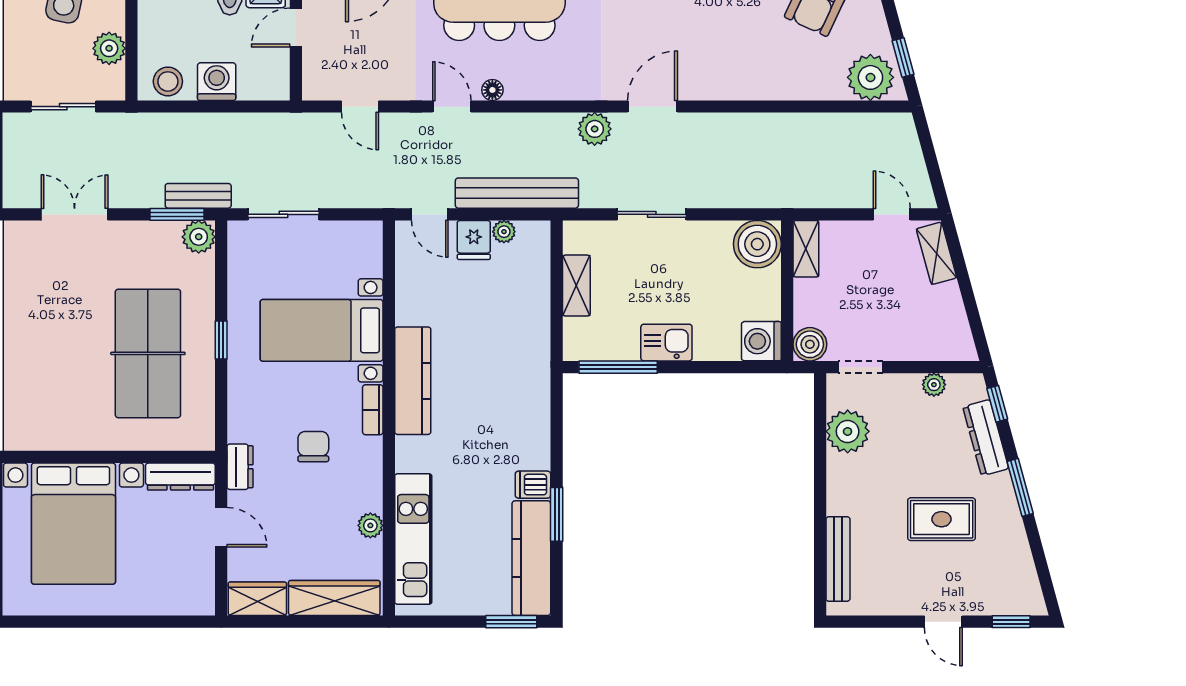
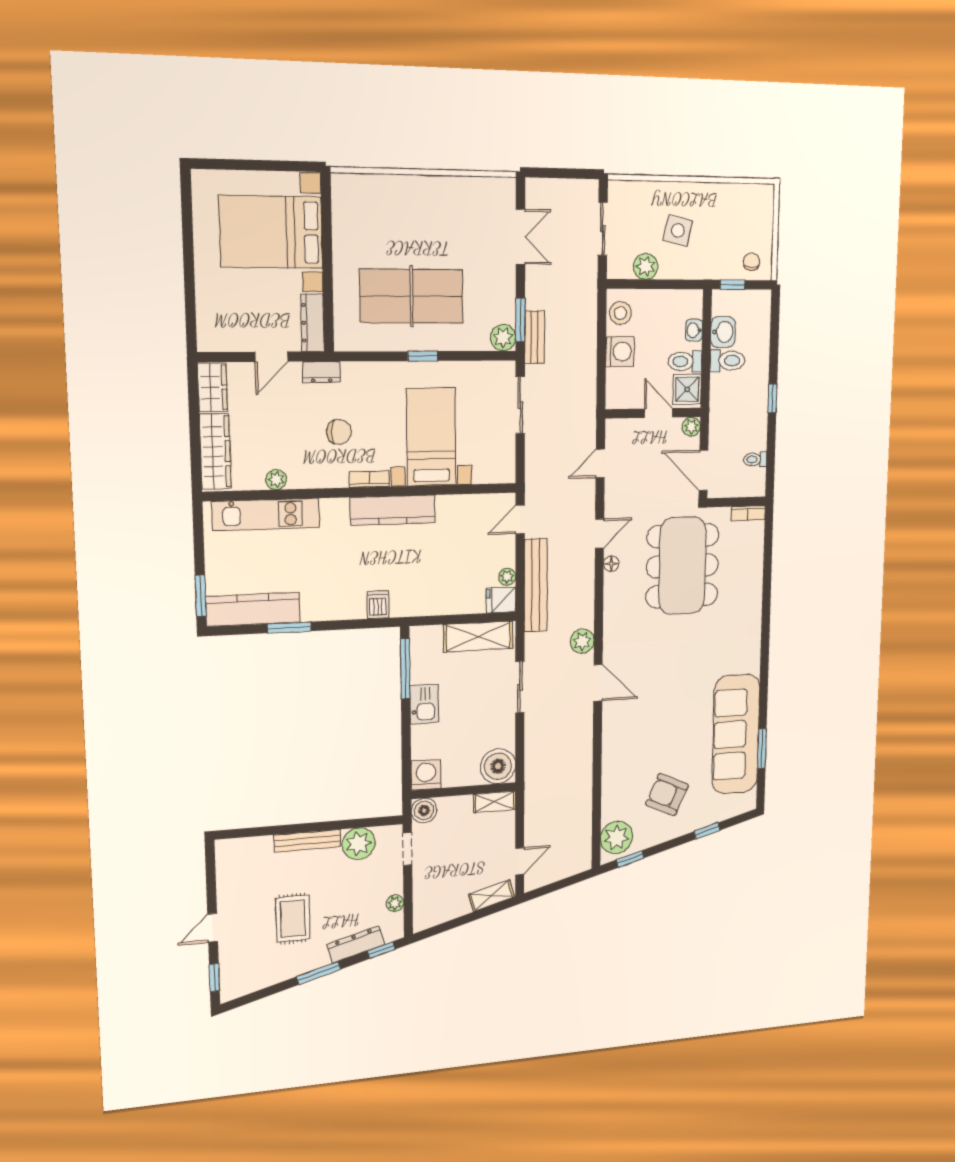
fridge: (474, 240) -> (501, 600), moved
shelving: (576, 286) -> (478, 636), width x1.50, depth x1.33
dishwasher: (533, 485) -> (378, 605), moved
bench: (838, 559) -> (307, 841), moved

